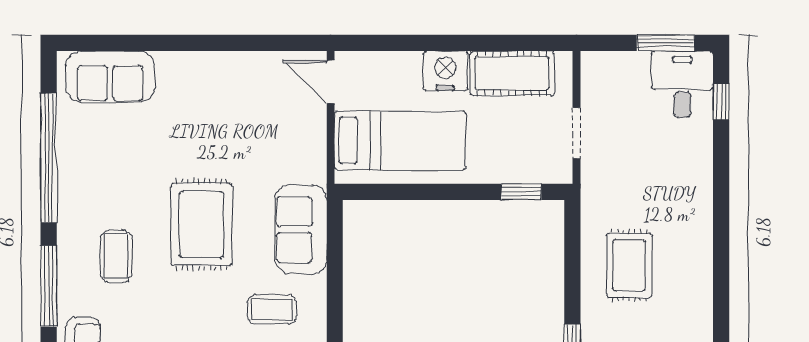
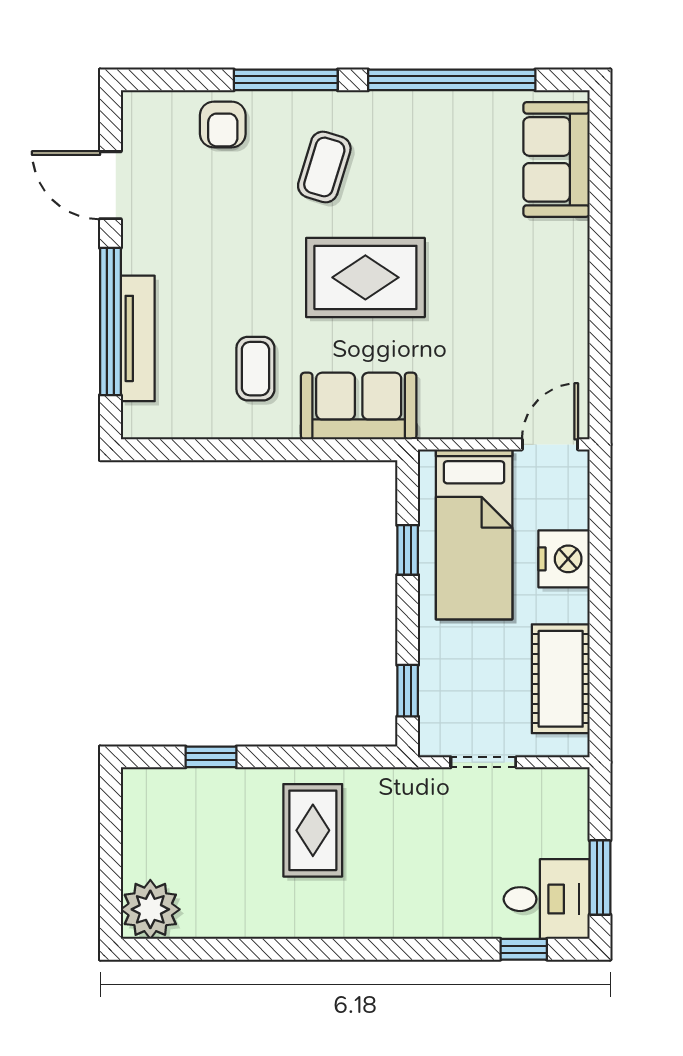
nightstand: (445, 71) -> (564, 559), moved
window: (412, 192) -> (408, 550), added
coffee table: (116, 256) -> (324, 167), turned -73
rug: (629, 265) -> (313, 830), turned 90

